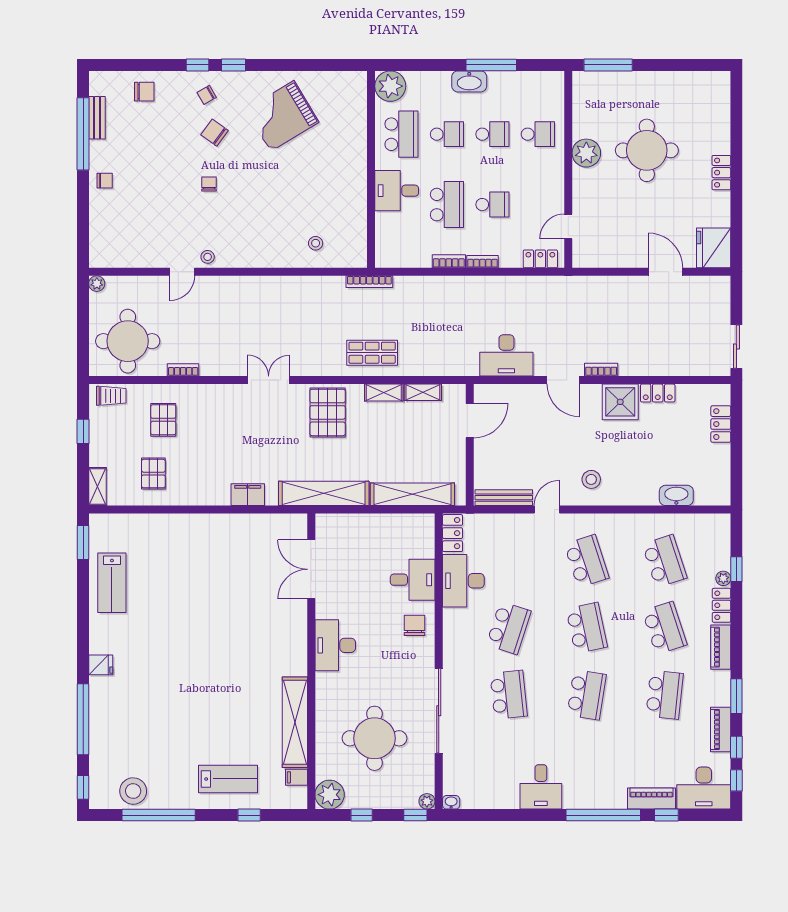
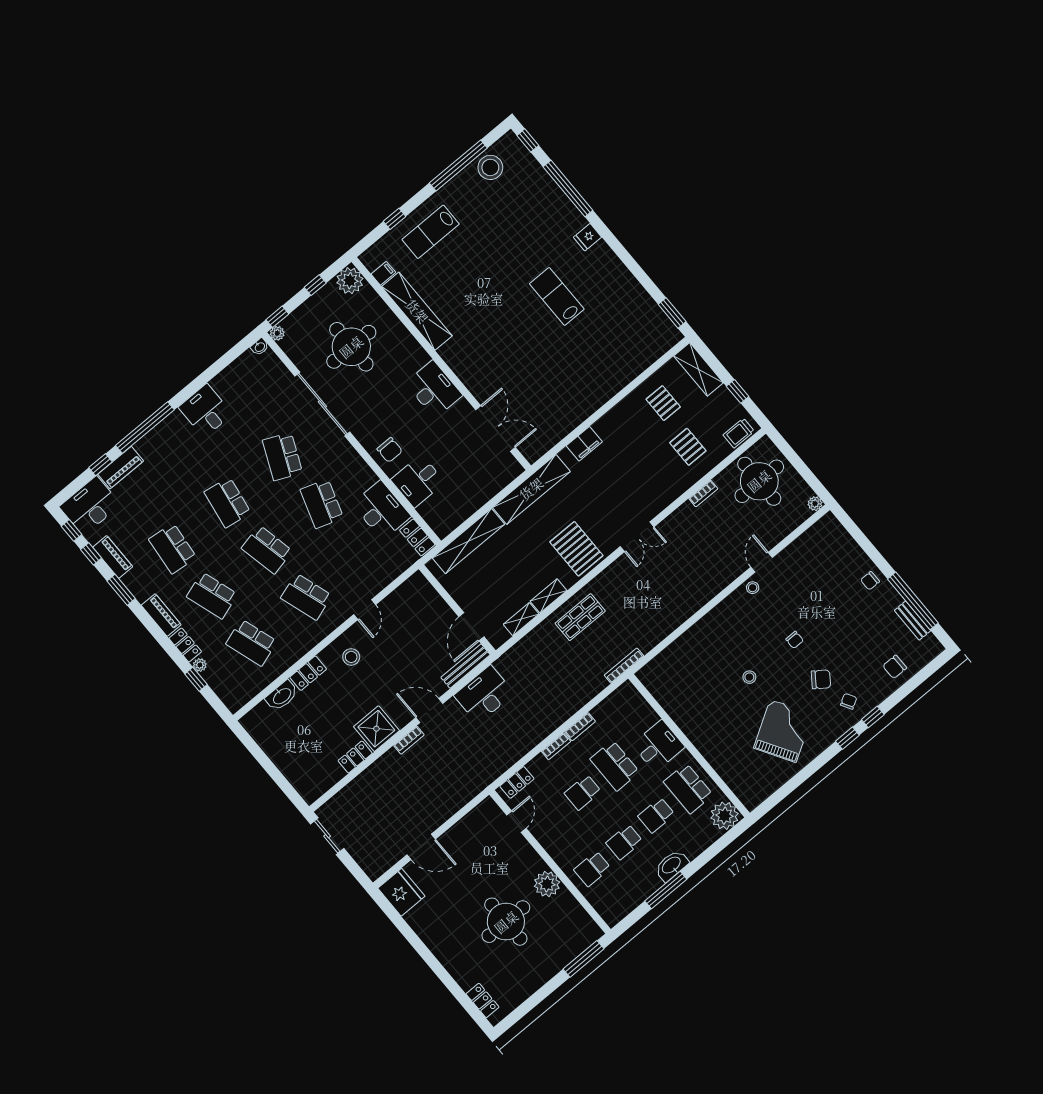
locker: (721, 173) -> (483, 1000), moved
stool: (316, 243) -> (749, 677), moved
locker: (721, 424) -> (308, 673), moved, turned 90
shelving: (97, 487) -> (699, 369), width x1.50, depth x1.33
bench: (504, 498) -> (466, 666), moved
lab bench: (112, 583) -> (557, 297), moved
school desk: (509, 695) -> (282, 457), turned 30

